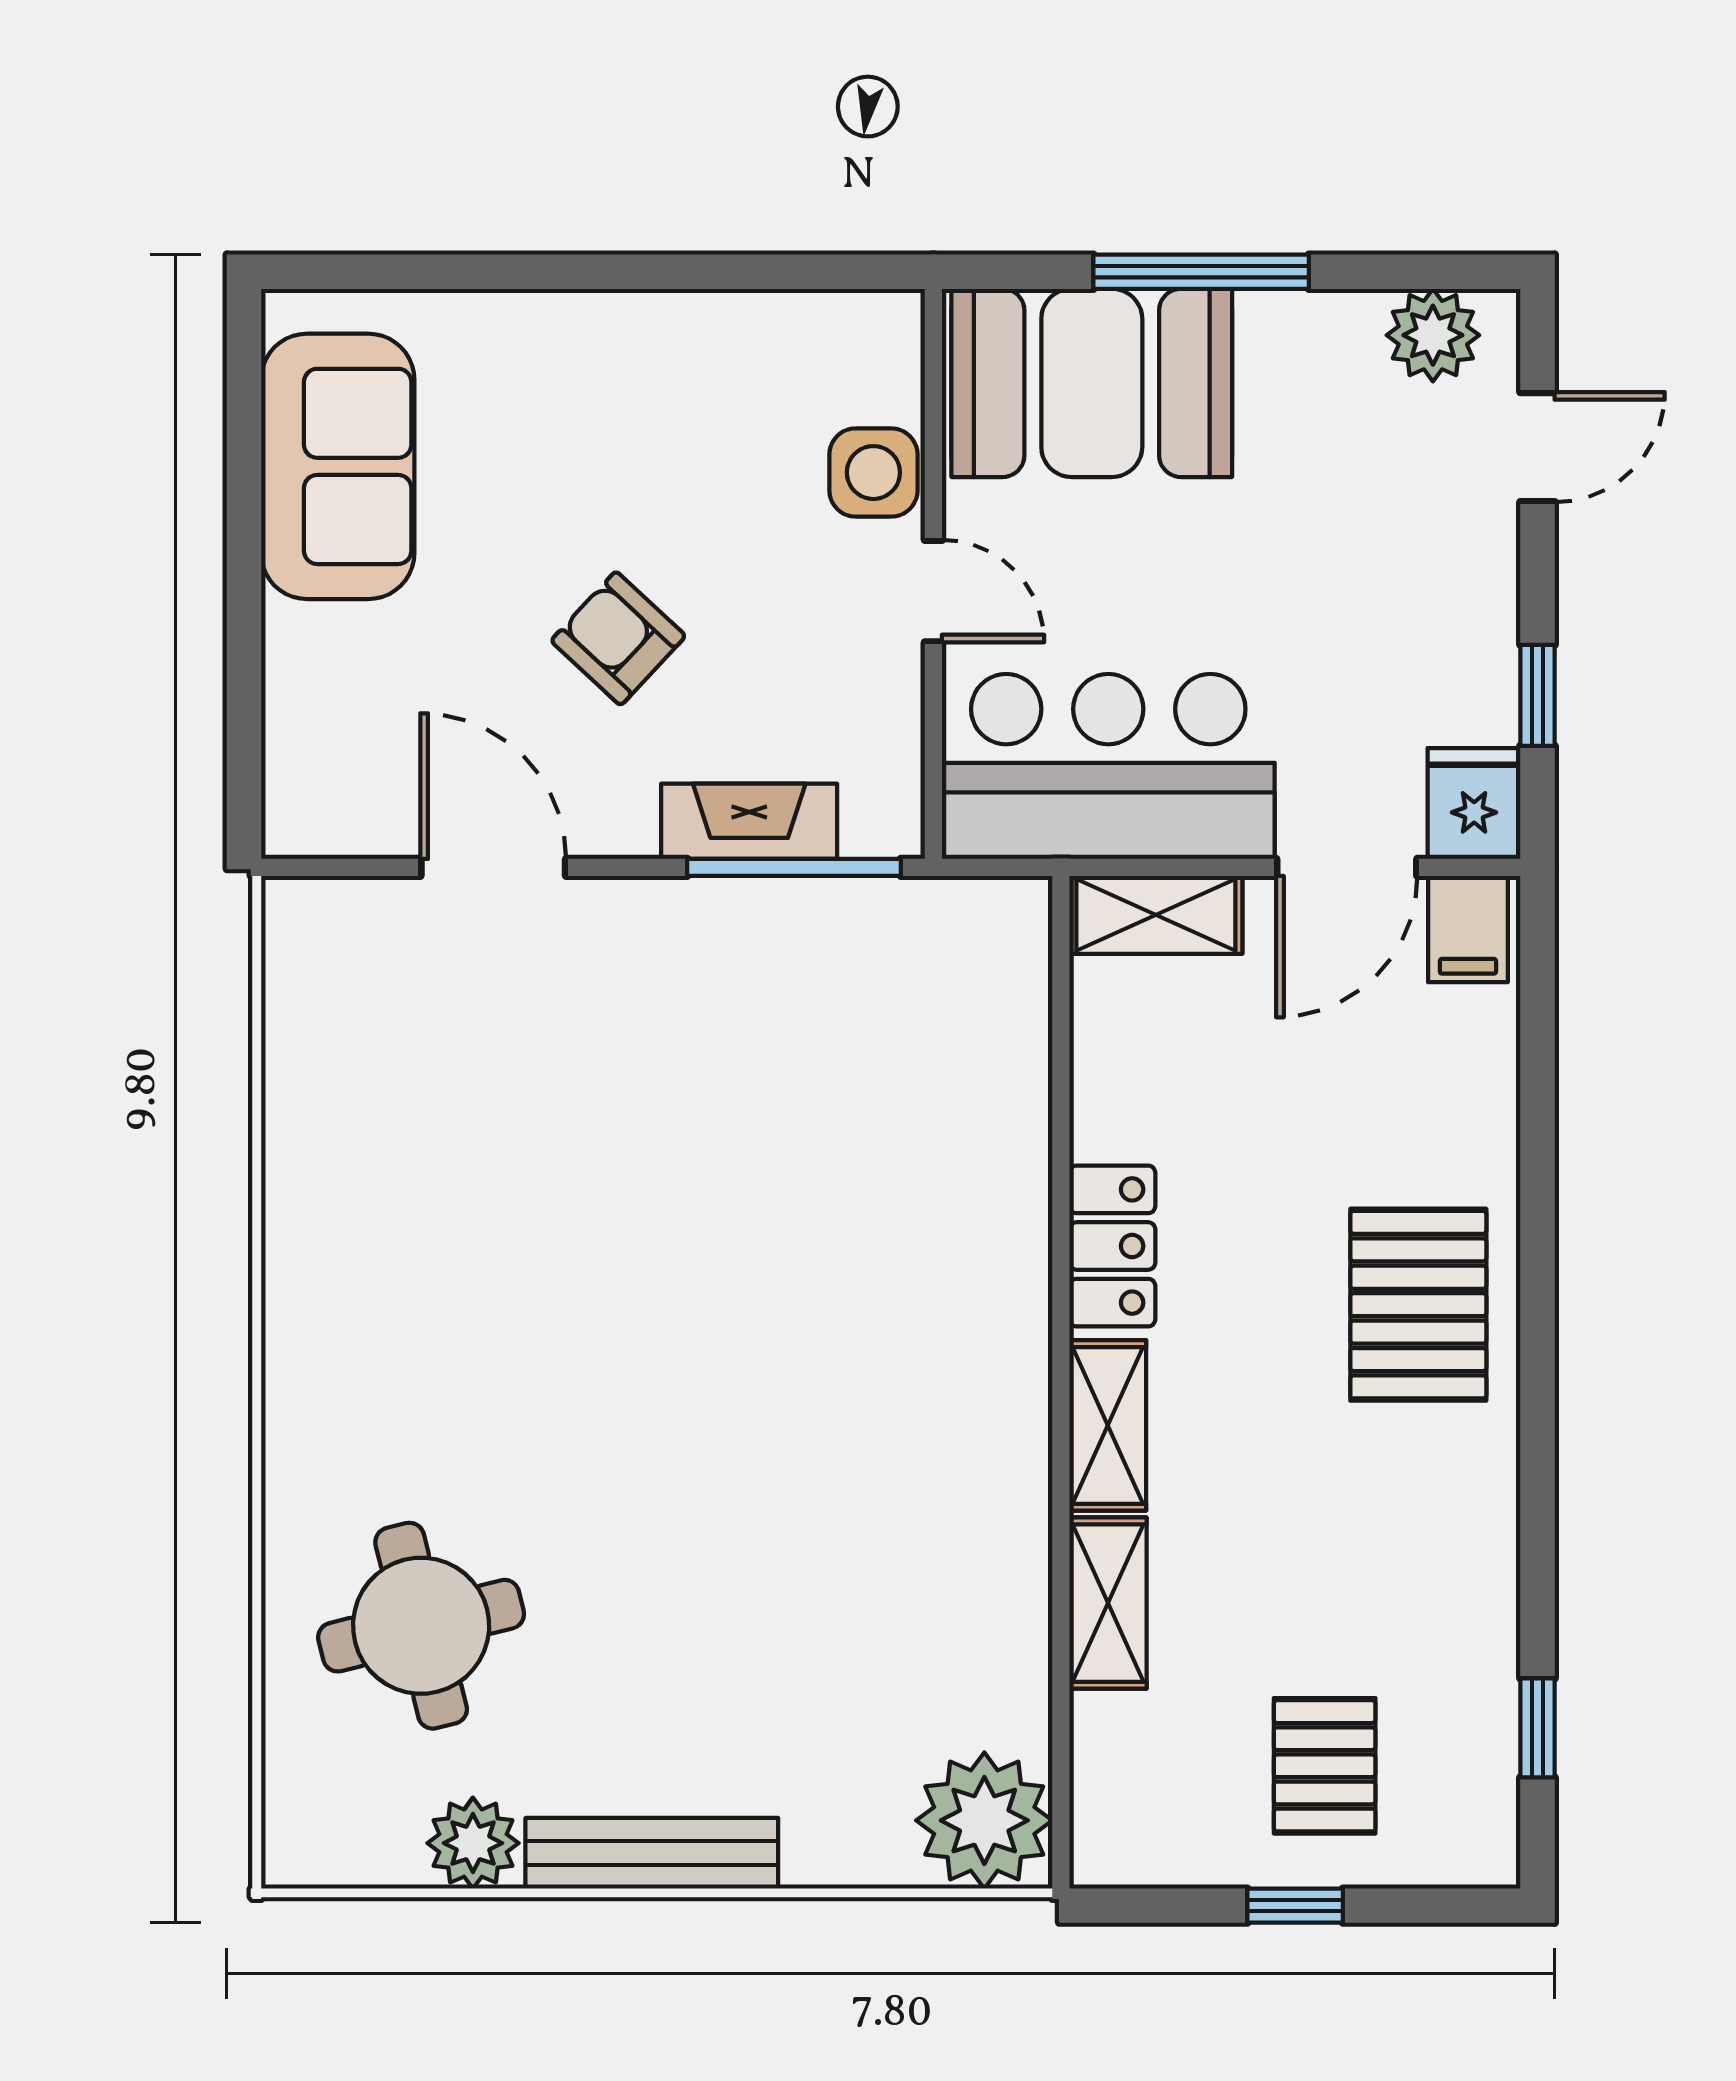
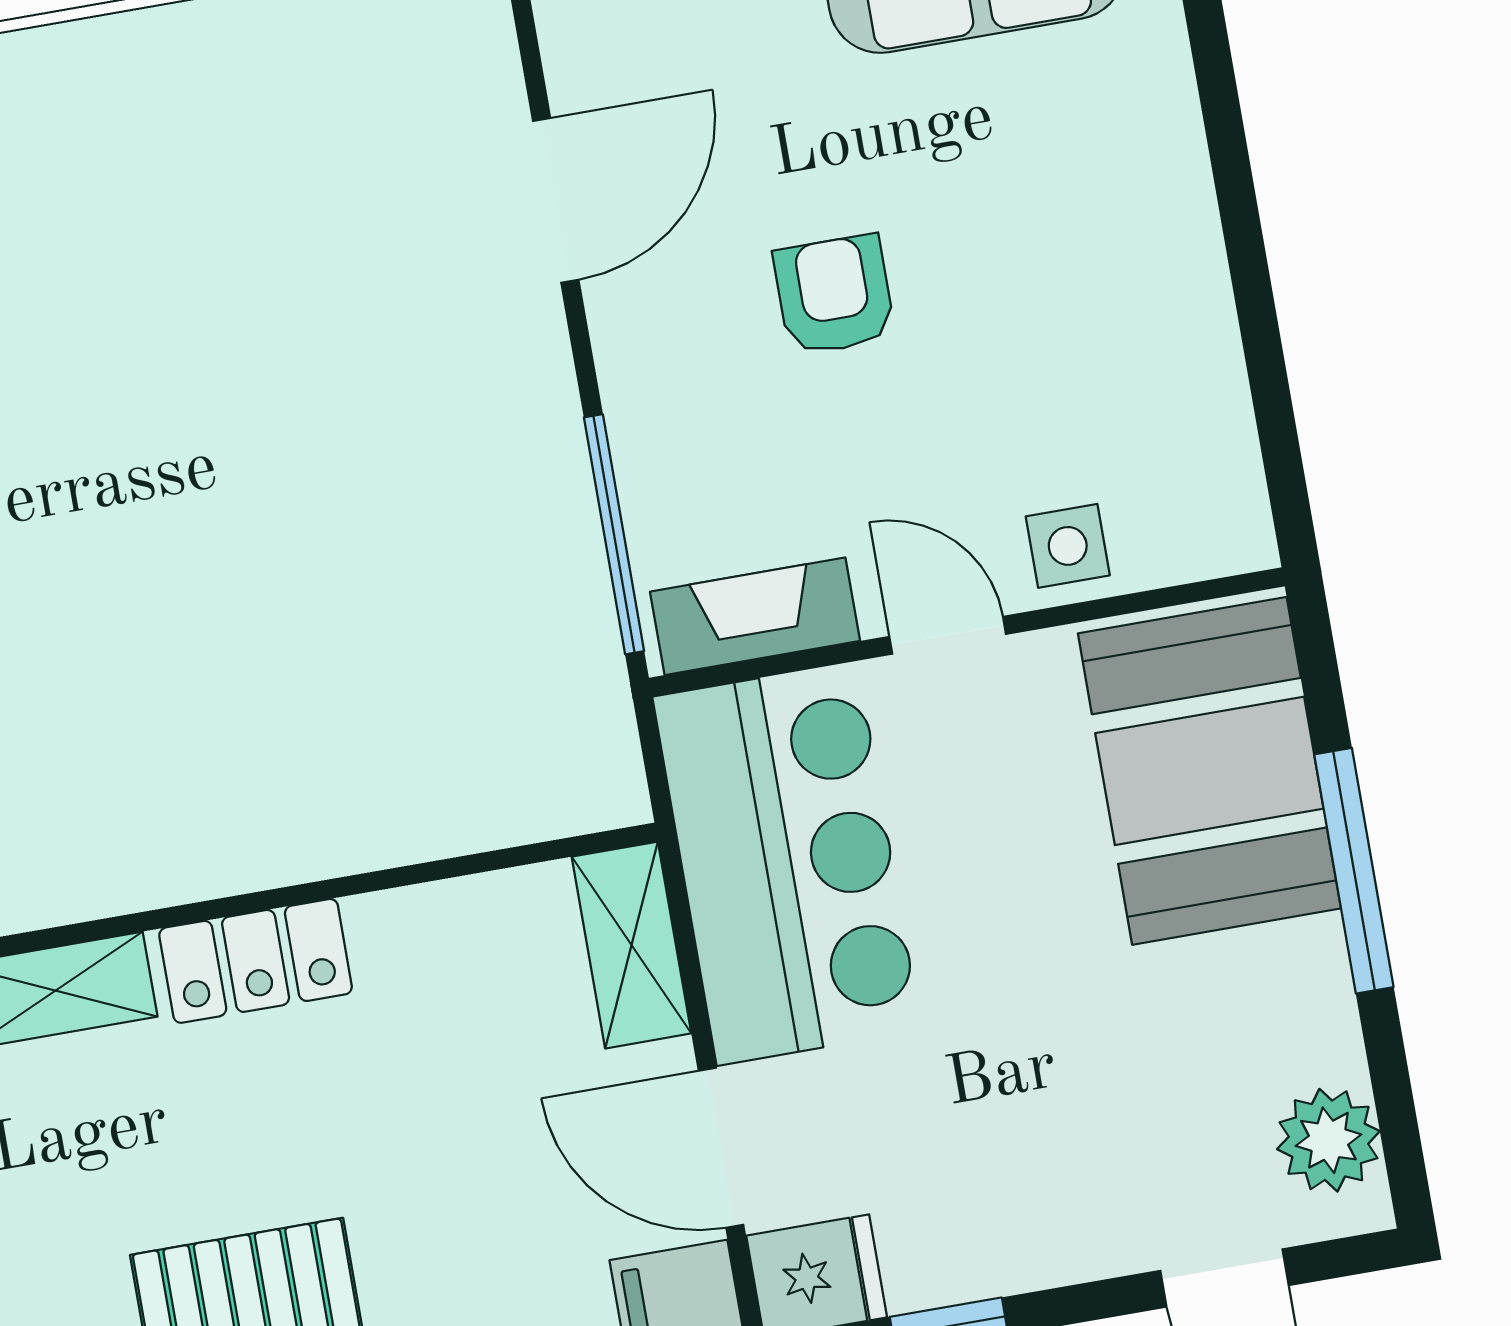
side table: (873, 473) -> (1068, 546), width x0.73, depth x0.73
door: (933, 591) -> (948, 635), swing flipped
armchair: (618, 638) -> (834, 295), turned -43
fireplace: (749, 821) -> (755, 616), moved, turned -90

